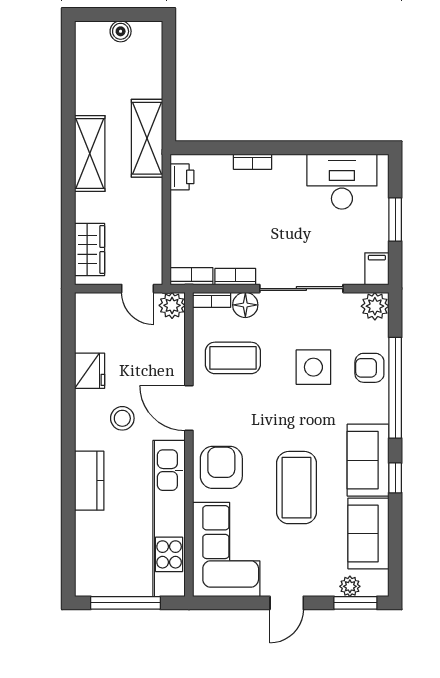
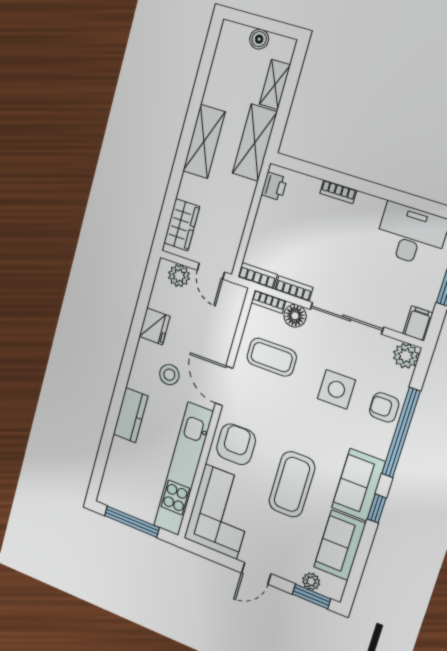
shelving: (151, 73) -> (275, 85), added
plant: (172, 305) -> (179, 276), moved

